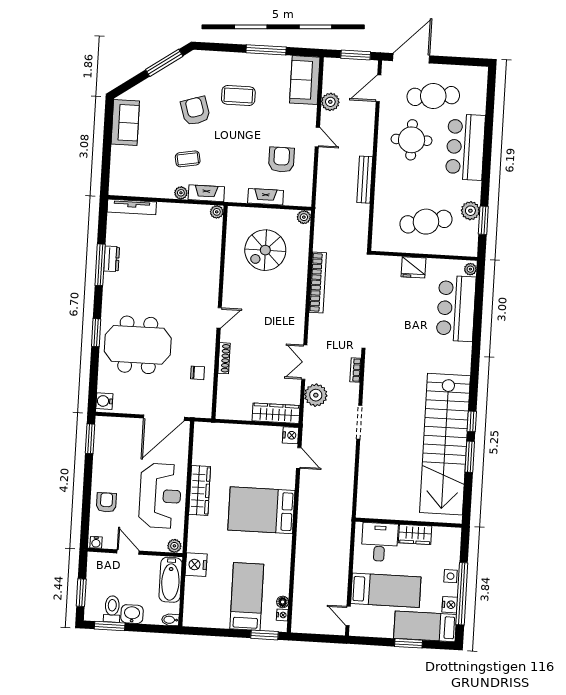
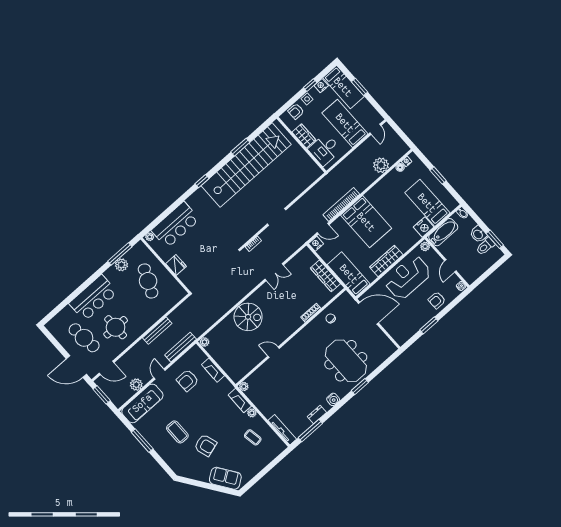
window: (164, 63) -> (197, 483), removed
sofa: (305, 80) -> (142, 403), width x1.36
armchair: (195, 111) -> (205, 445), turned -90
sofa: (125, 123) -> (225, 478), moved, turned 55
coffee table: (188, 159) -> (253, 437), moved
bench: (323, 187) -> (181, 347), added
window: (483, 220) -> (120, 254), width x1.44
cafe table: (426, 222) -> (148, 281), turned 36
spiral stairs: (265, 250) -> (248, 317), moved
window: (100, 265) -> (310, 431), moved
bookcase: (318, 282) -> (341, 205), moved
door: (219, 318) -> (274, 352), moved
plant: (316, 395) -> (381, 165), moved
water cooler: (104, 401) -> (333, 399), moved
wardrobe: (276, 413) -> (325, 276), moved
window: (472, 421) -> (202, 181), moved
bed: (225, 437) -> (349, 274), added
window: (90, 439) -> (429, 325), moved
door: (299, 458) -> (323, 229), swing flipped
armchair: (449, 552) -> (296, 111), added
window: (81, 593) -> (492, 269), removed
window: (462, 594) -> (310, 85), width x0.32
bed: (247, 596) -> (427, 203), moved, turned 90
window: (265, 635) -> (438, 175), moved

